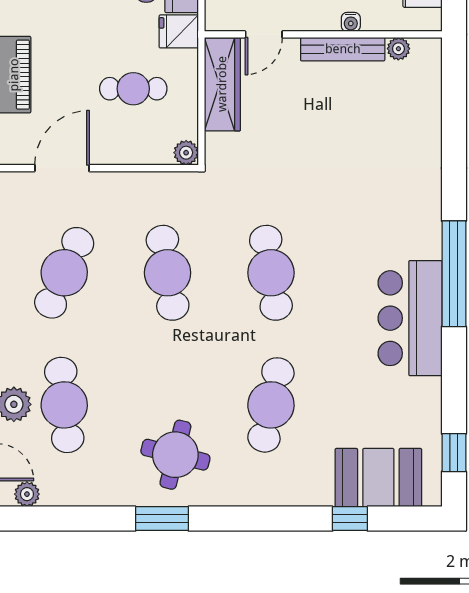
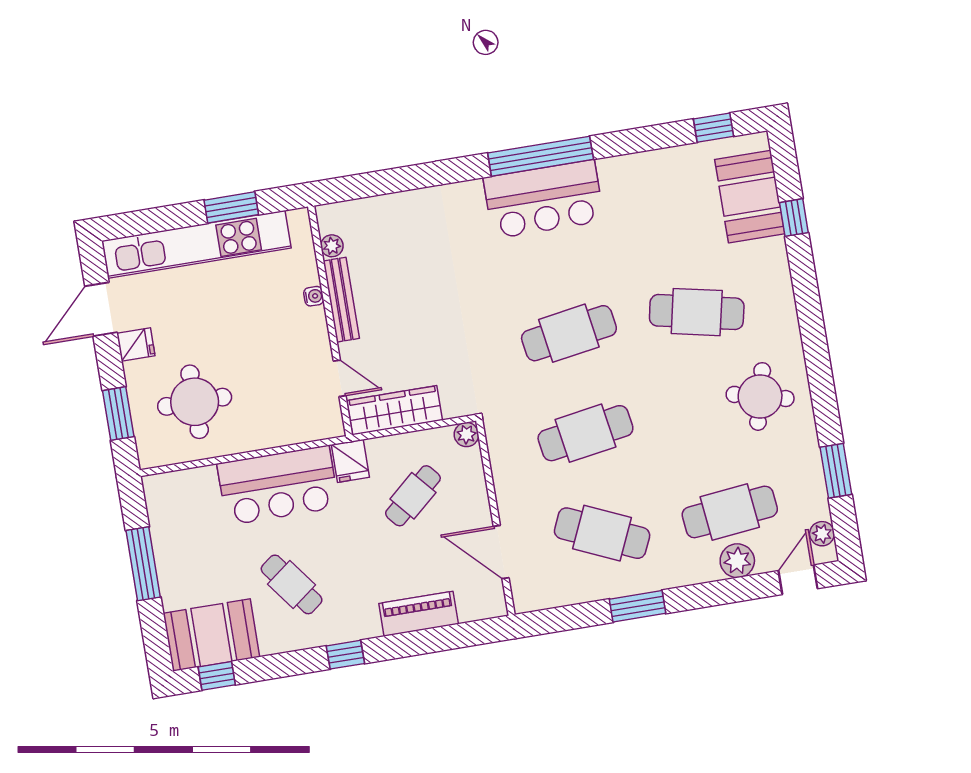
cafe table: (133, 89) -> (413, 496), turned 49
bar counter: (410, 318) -> (544, 199), moved
window: (162, 519) -> (836, 471), moved

